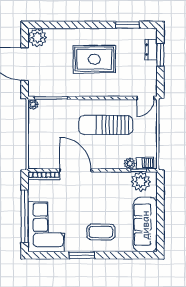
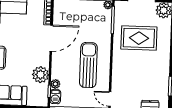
rug: (94, 59) -> (139, 38), moved, turned 90
plant: (141, 182) -> (41, 75), moved

